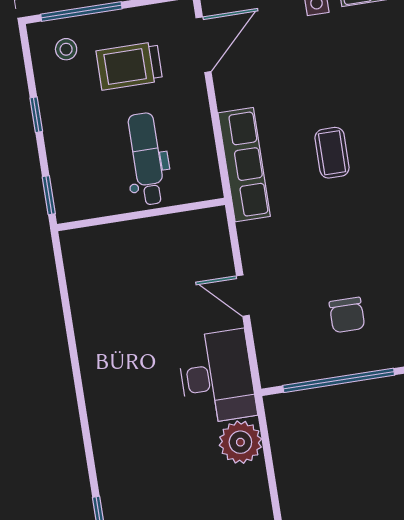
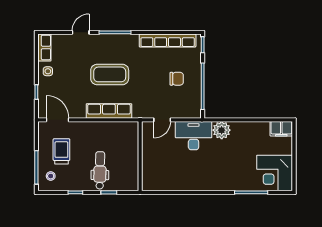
trolley: (129, 66) -> (61, 151), turned 180
coffee table: (332, 153) -> (110, 74), width x1.86, depth x1.72
dental chair: (147, 159) -> (100, 170), moved, turned 91
wall: (141, 214) -> (140, 156), moved

